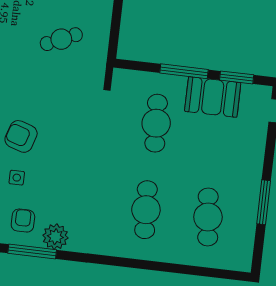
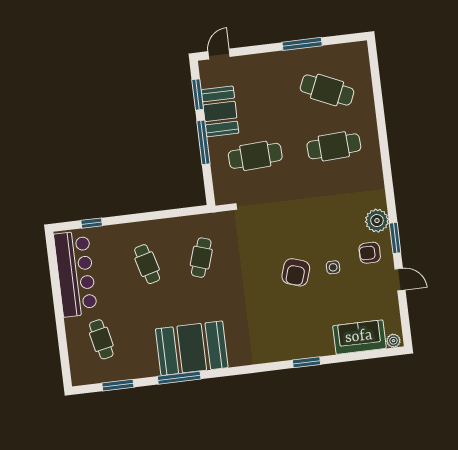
cafe table: (61, 39) -> (201, 258), turned 42
cafe table: (208, 217) -> (327, 90), turned 30
window: (32, 252) -> (395, 238), width x0.69

